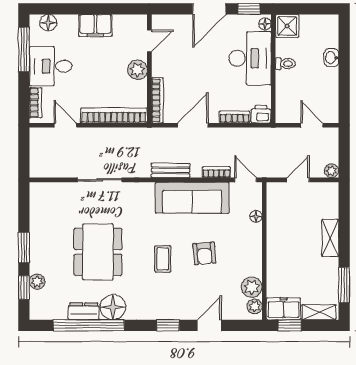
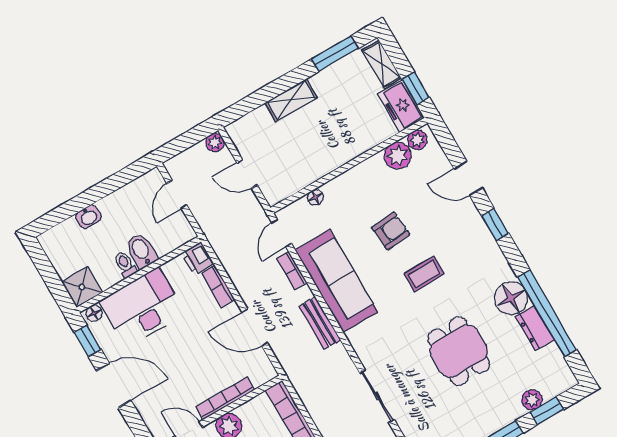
bidet: (288, 80) -> (142, 251), added
bookcase: (157, 100) -> (225, 398), moved
dining table: (98, 252) -> (459, 351), width x0.73

